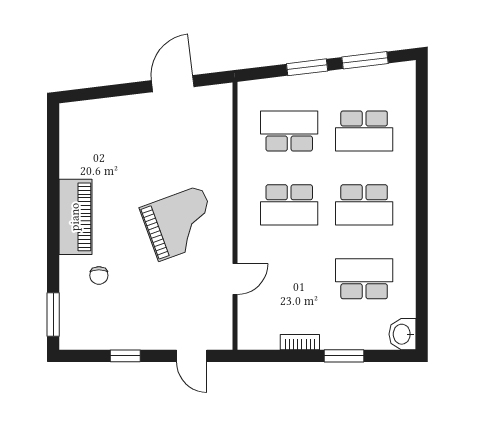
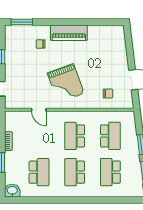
chair: (201, 136) -> (108, 94), added

